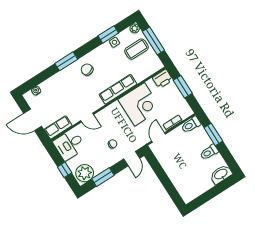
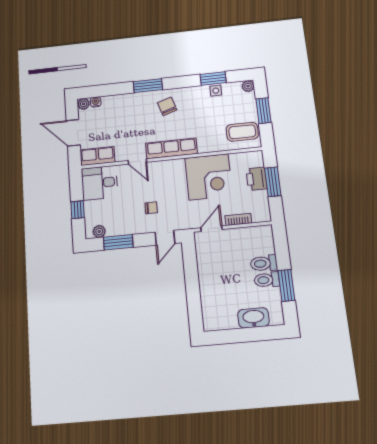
window: (153, 41) -> (263, 111), width x0.69
coffee table: (136, 49) -> (242, 132), moved
printer: (163, 79) -> (257, 179), moved, turned 90
row of seats: (118, 89) -> (171, 148), moved
plant: (29, 96) -> (84, 104), added
toilet: (191, 125) -> (264, 263), moved
window: (213, 134) -> (286, 285), moved
plant: (85, 173) -> (99, 231), width x0.53, depth x0.53
washbasin: (221, 174) -> (253, 318), moved

